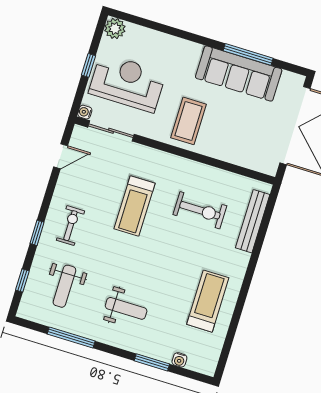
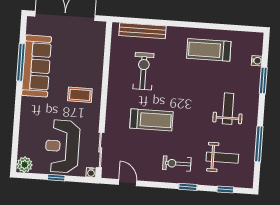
coffee table: (189, 121) -> (80, 95), width x0.73, depth x0.77

